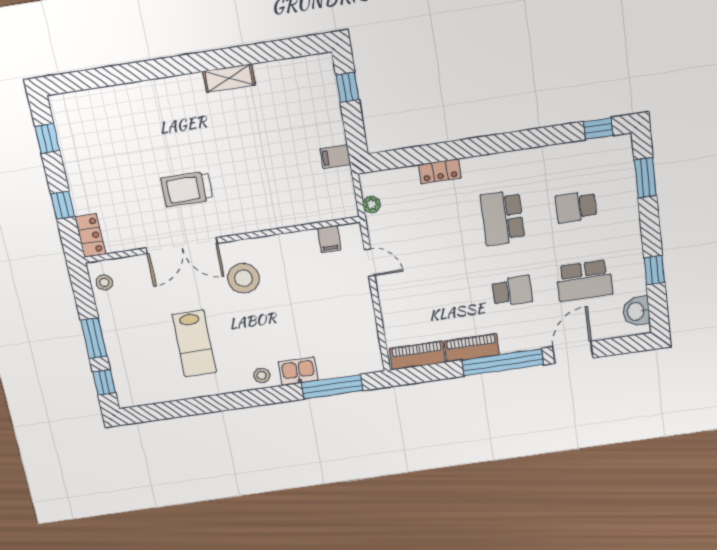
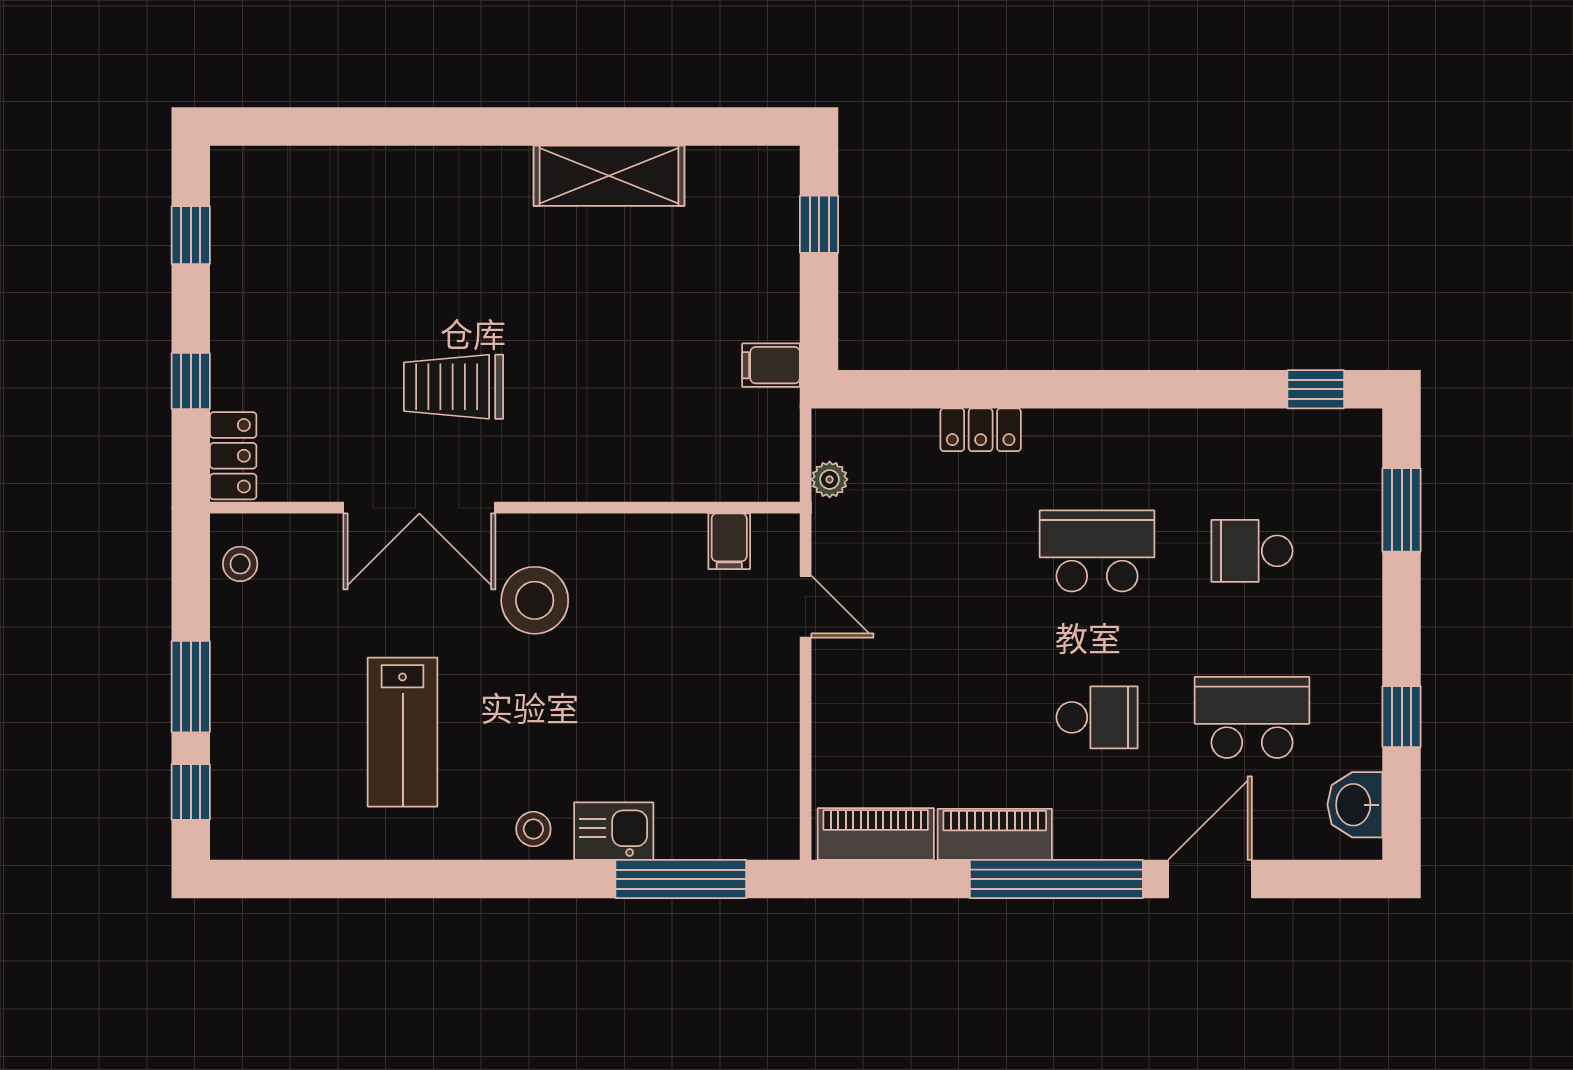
shelving: (229, 78) -> (609, 176), width x1.50, depth x1.33
school desk: (503, 218) -> (1097, 551), turned 90
school desk: (584, 281) -> (1252, 717), turned 180

